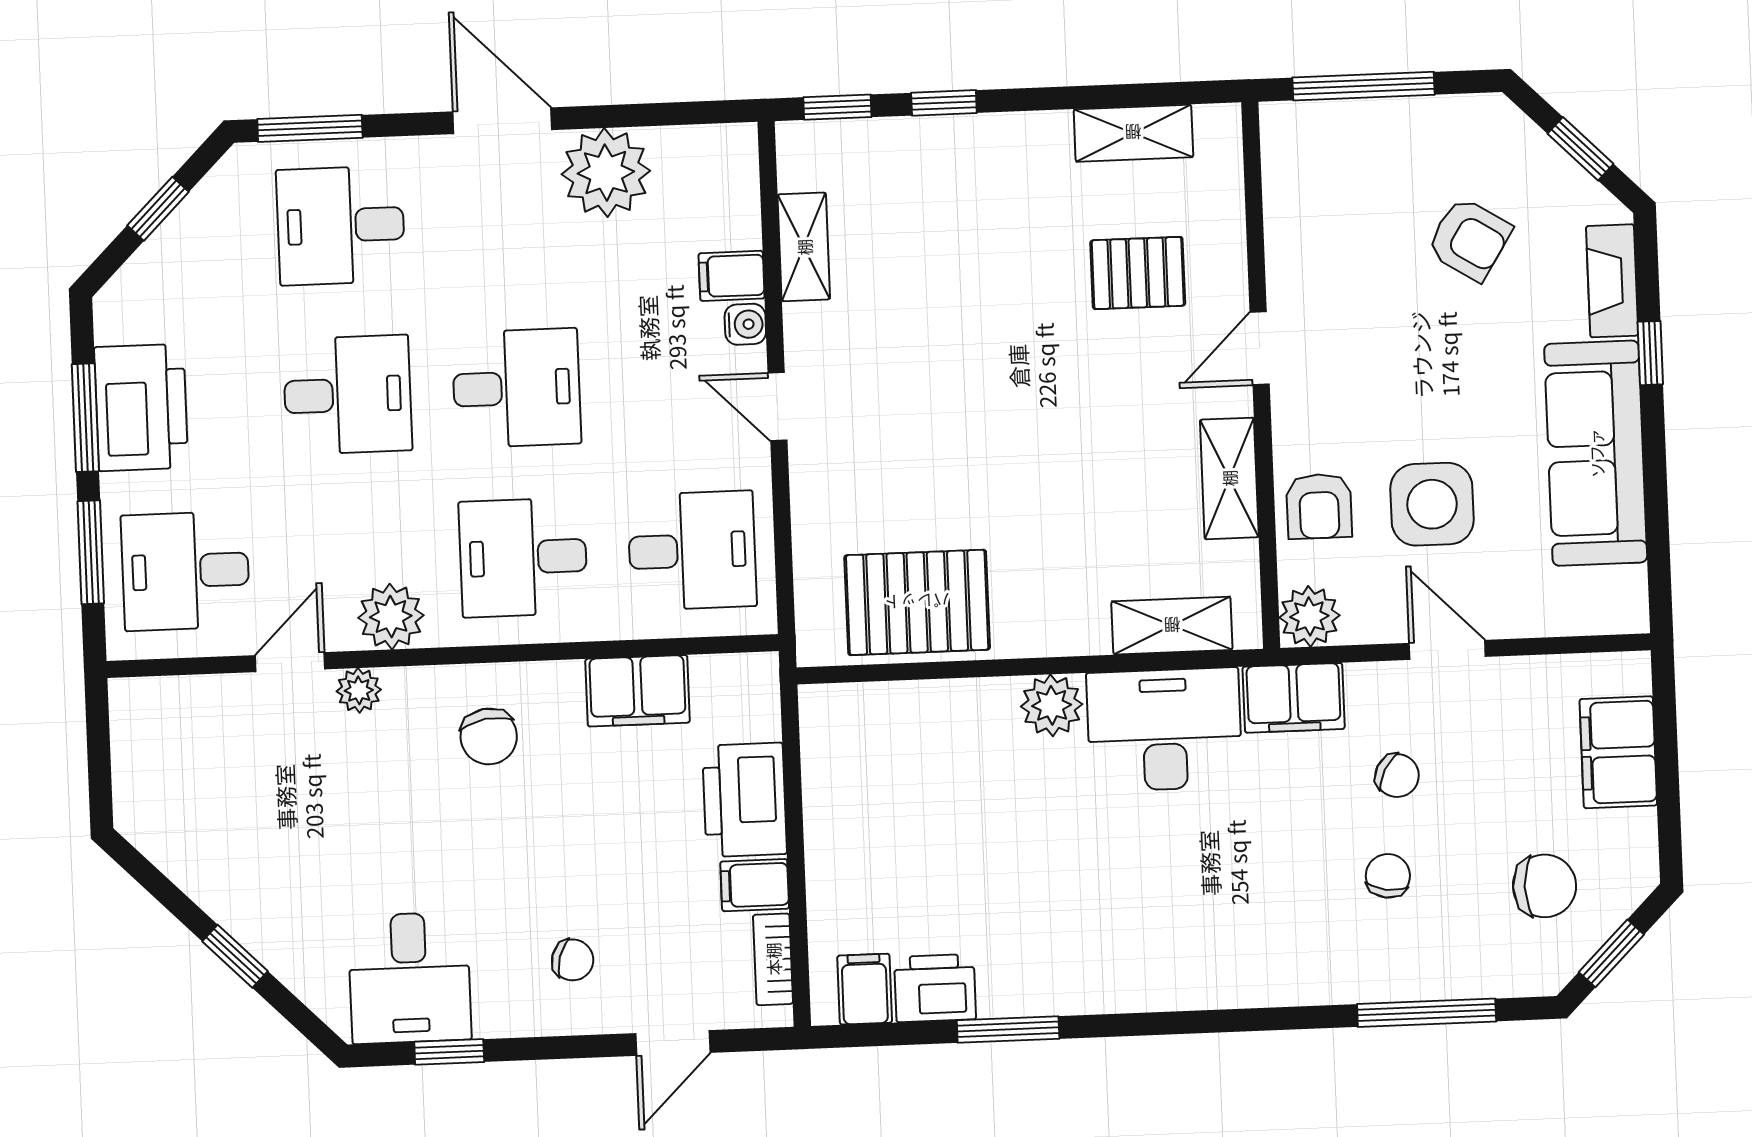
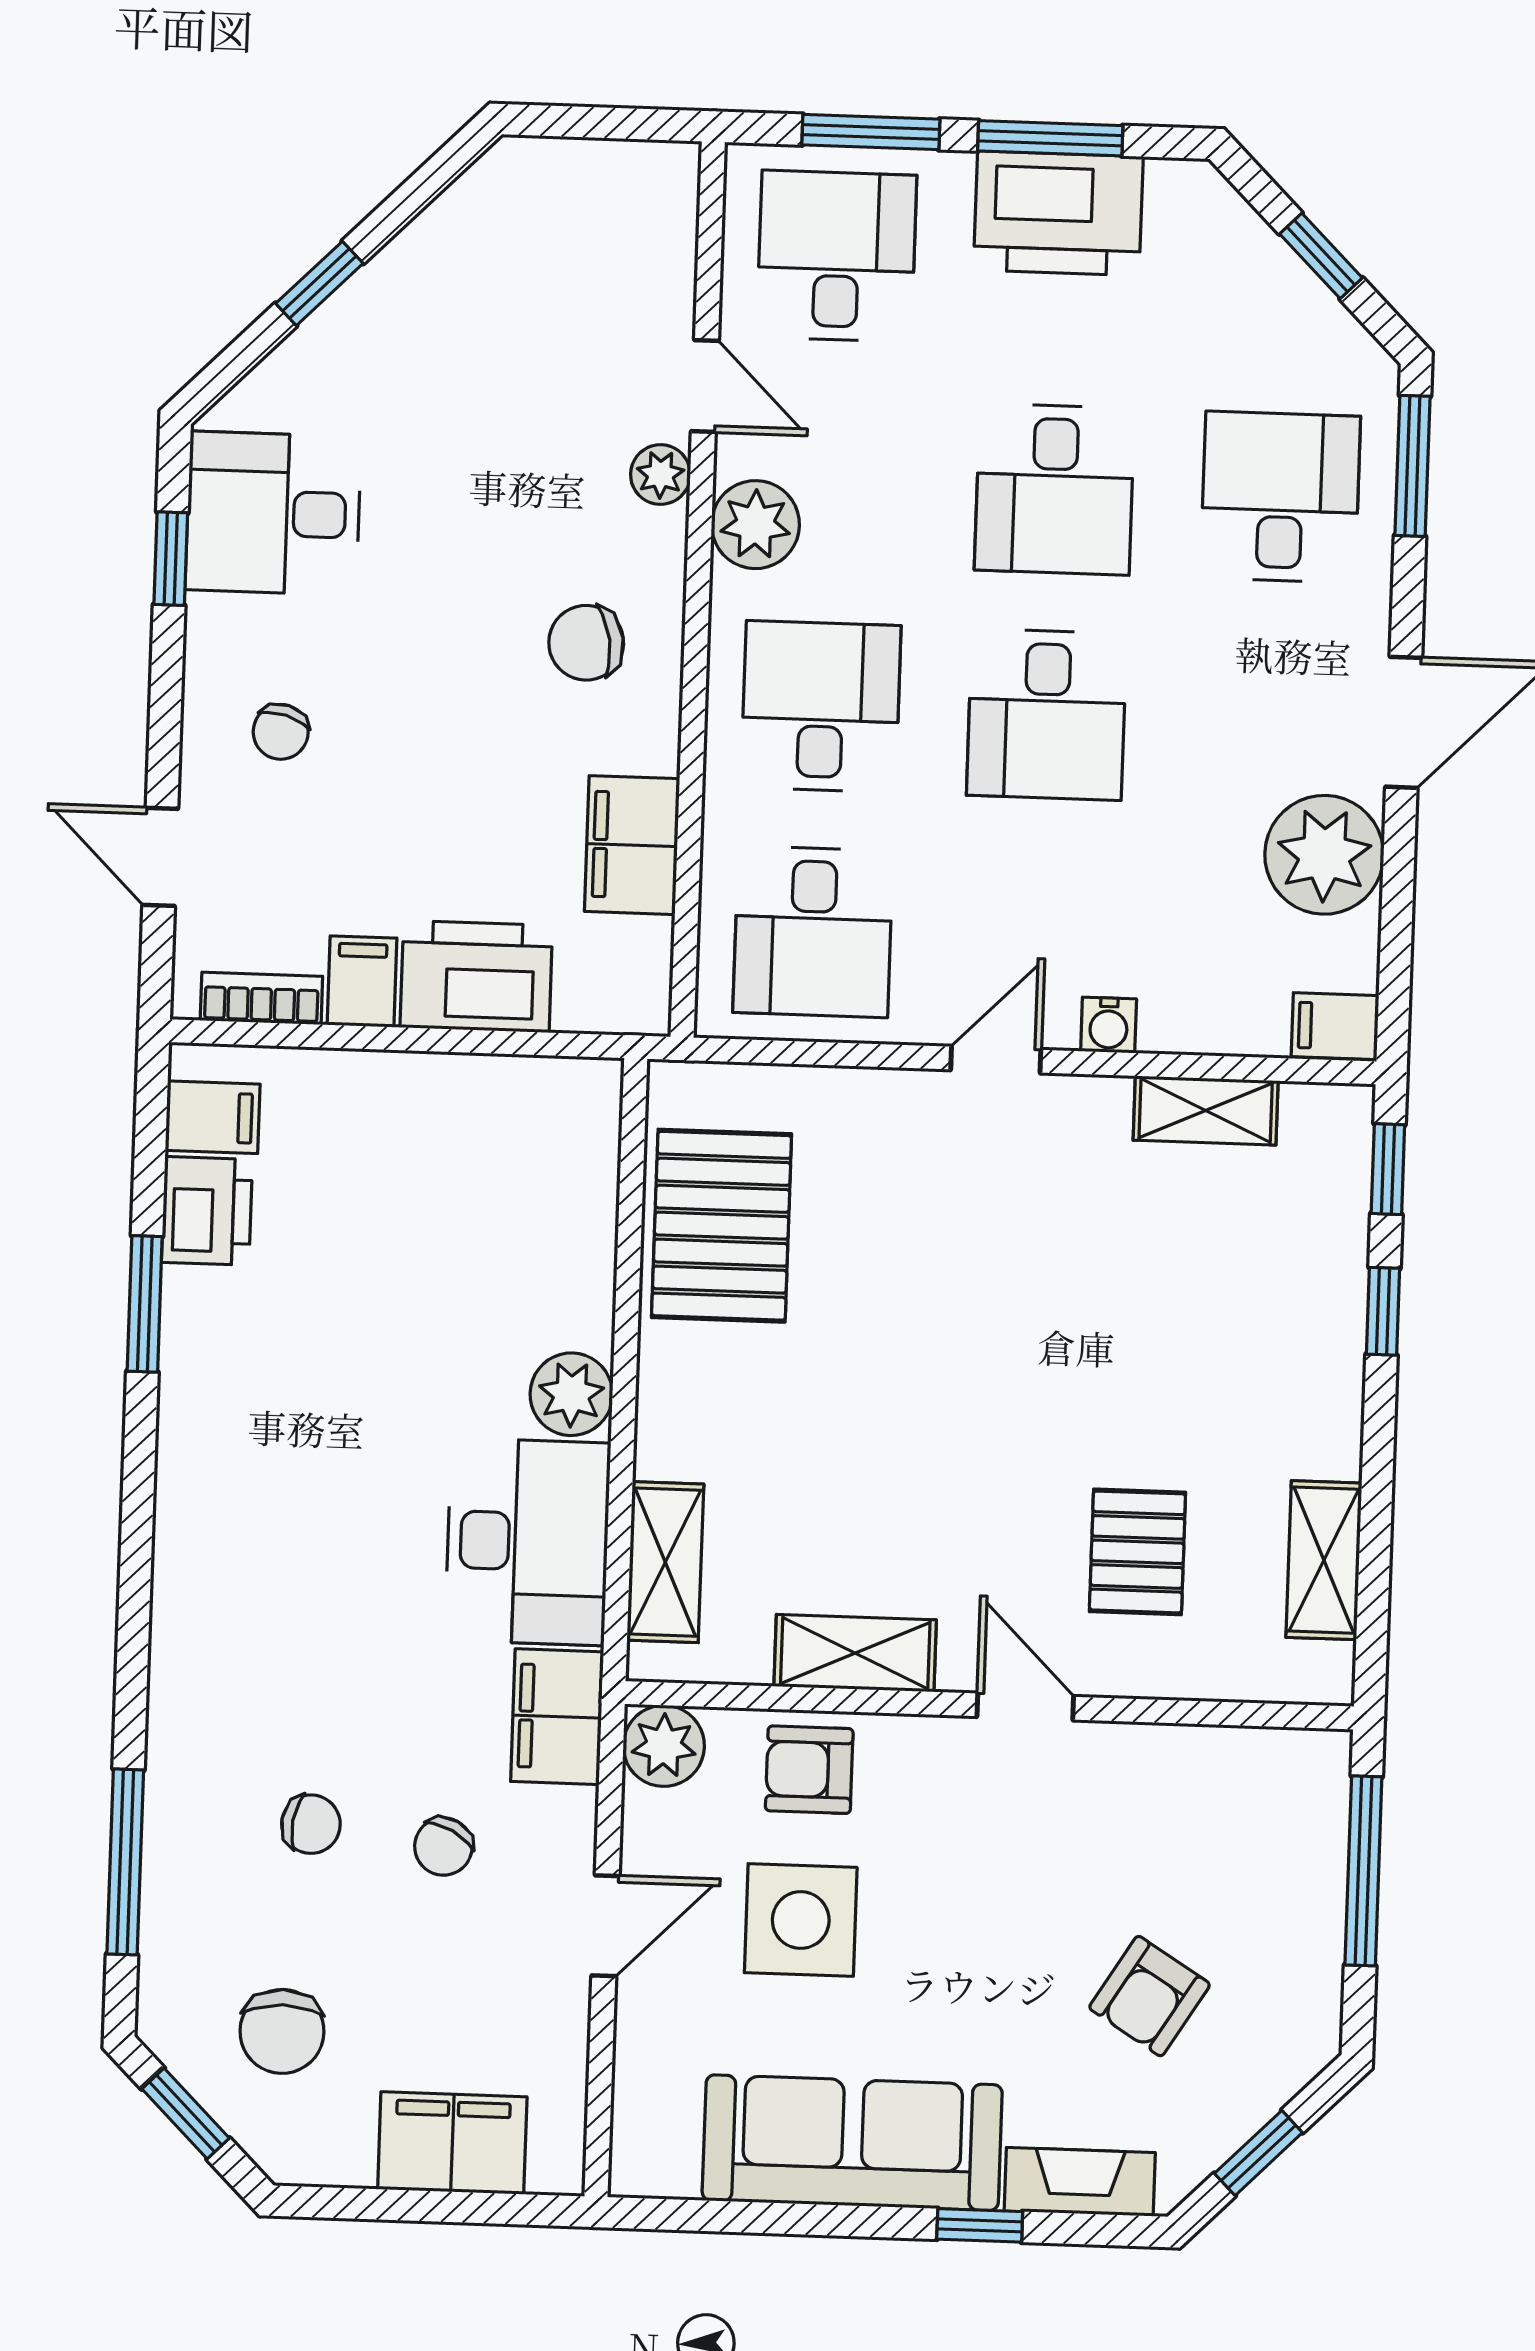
filing cabinet: (732, 276) -> (1335, 1026), moved, turned -90

